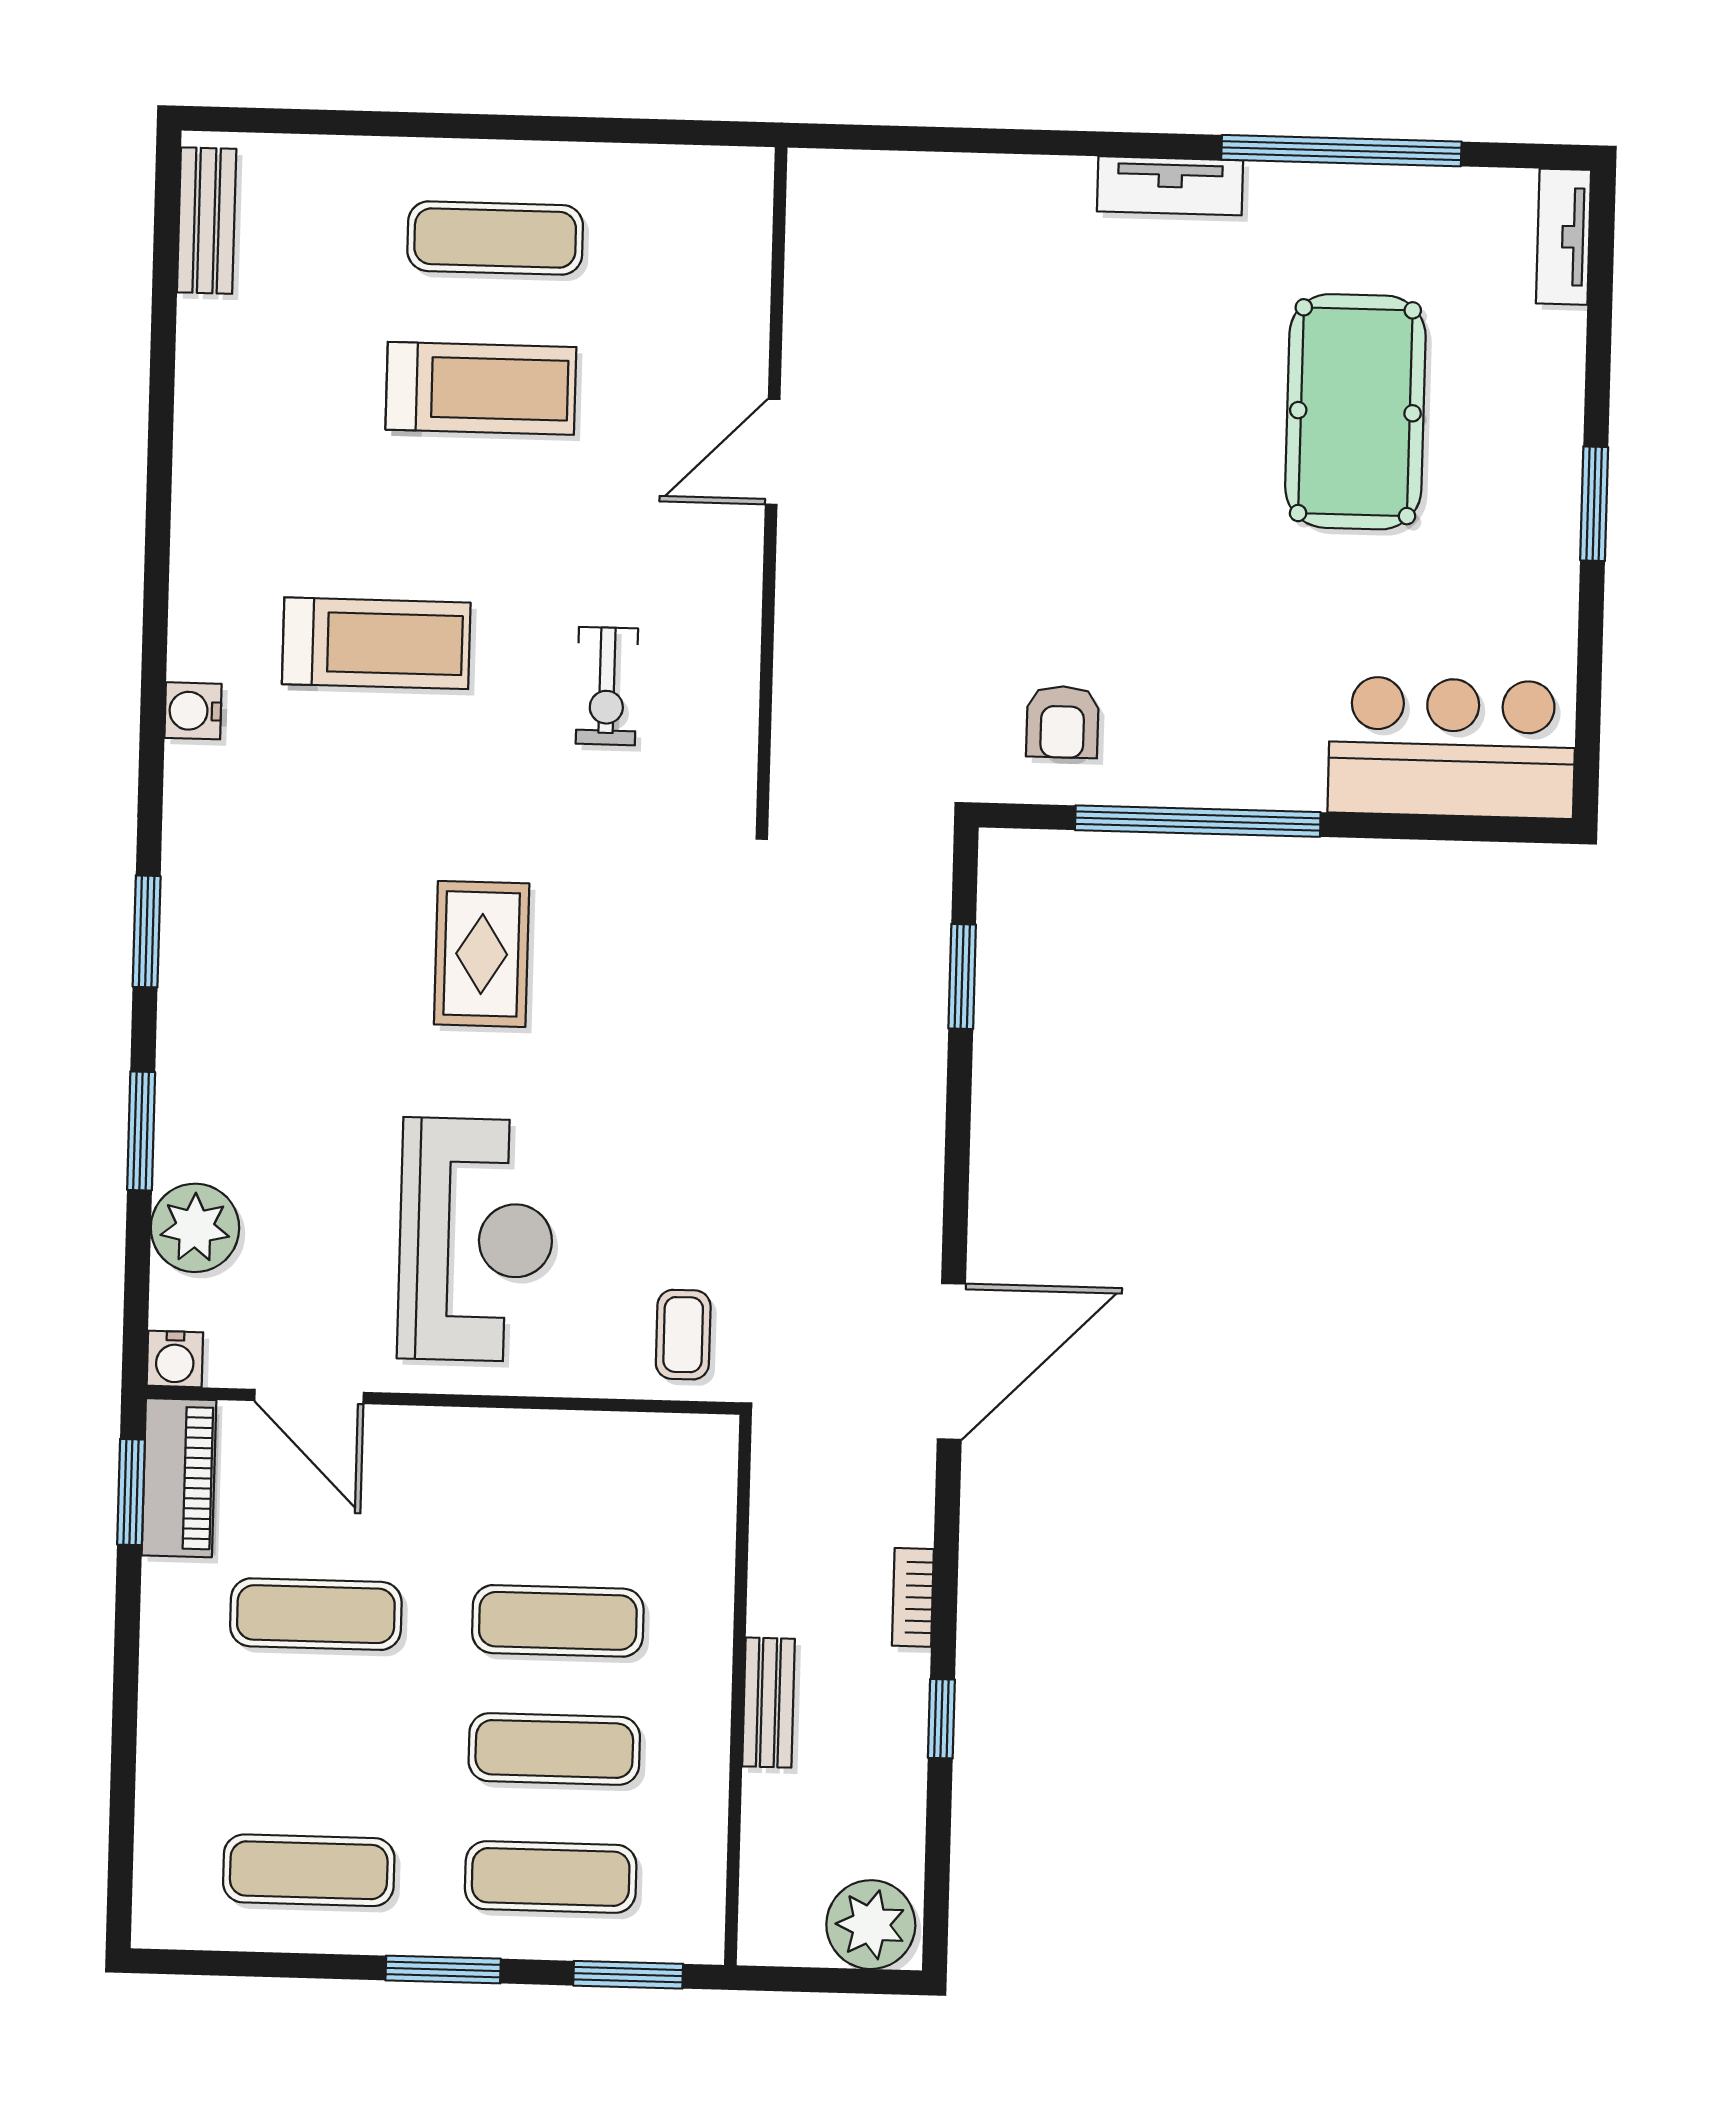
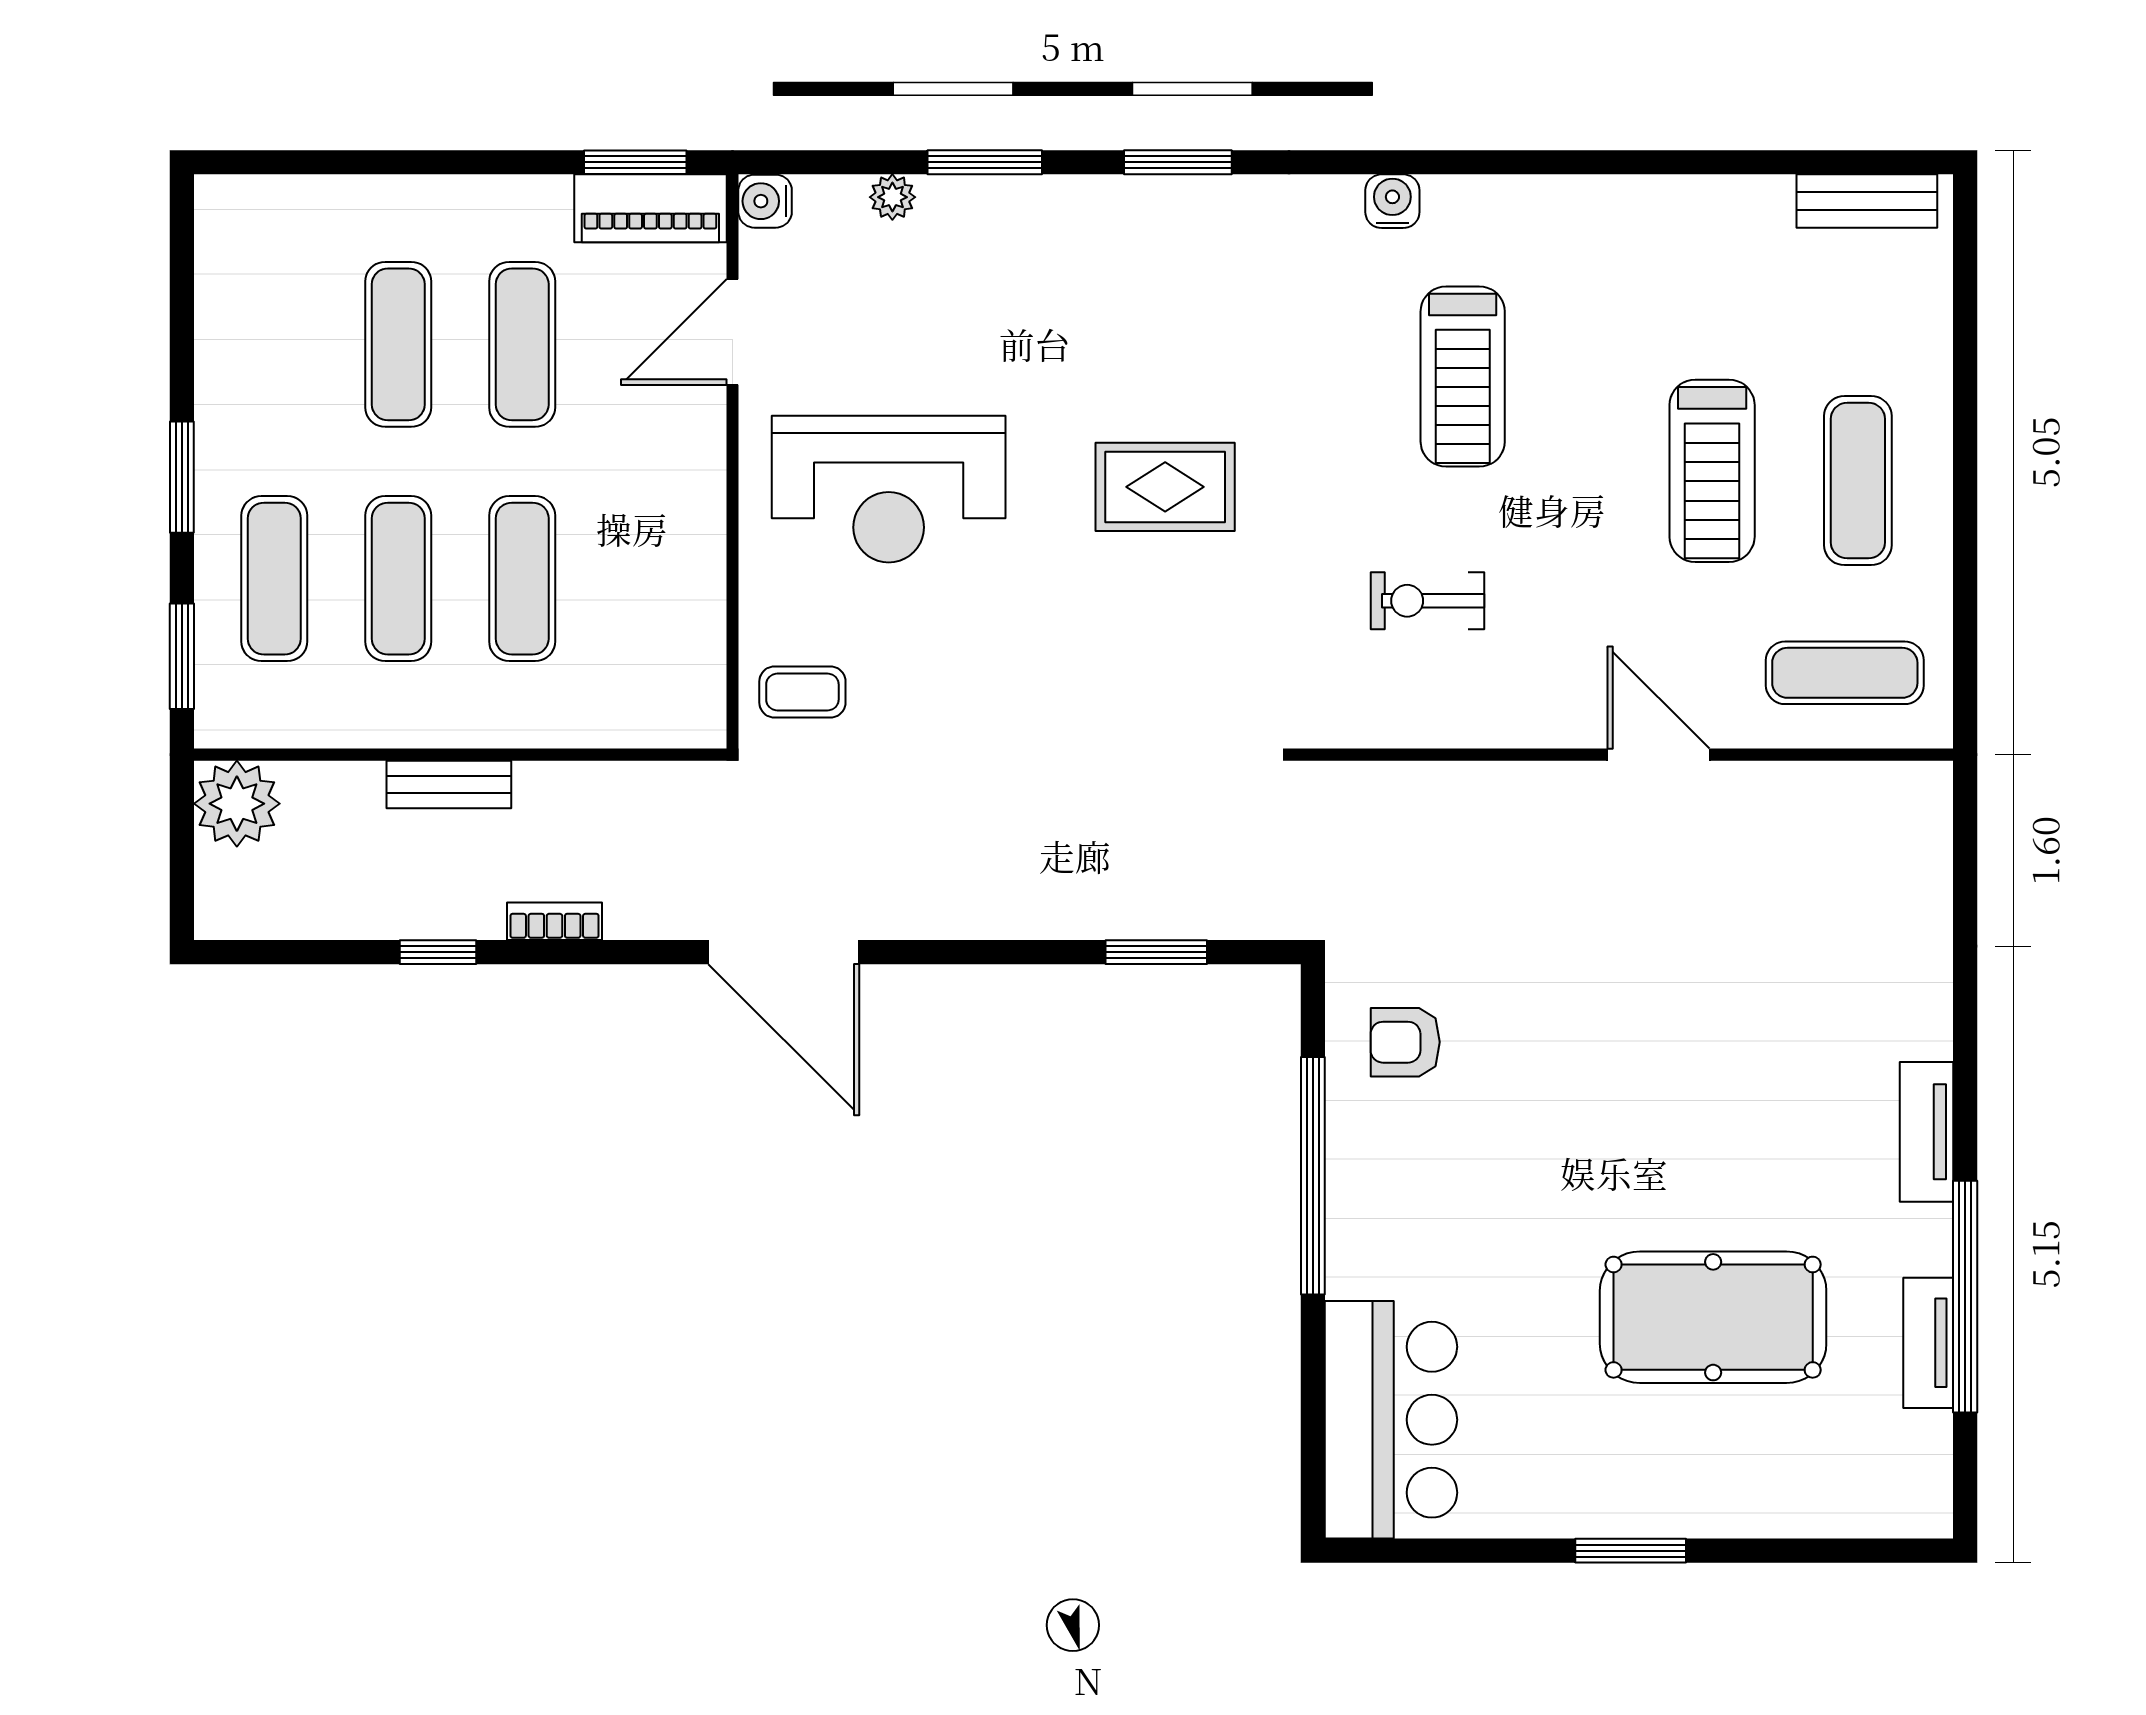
tv unit: (1563, 237) -> (1928, 1343), moved, turned -90
exercise mat: (693, 257) -> (1845, 673), added
plant: (195, 1228) -> (892, 197), width x0.53, depth x0.53
exercise mat: (309, 1870) -> (398, 344), moved
plant: (871, 1925) -> (237, 804), moved

